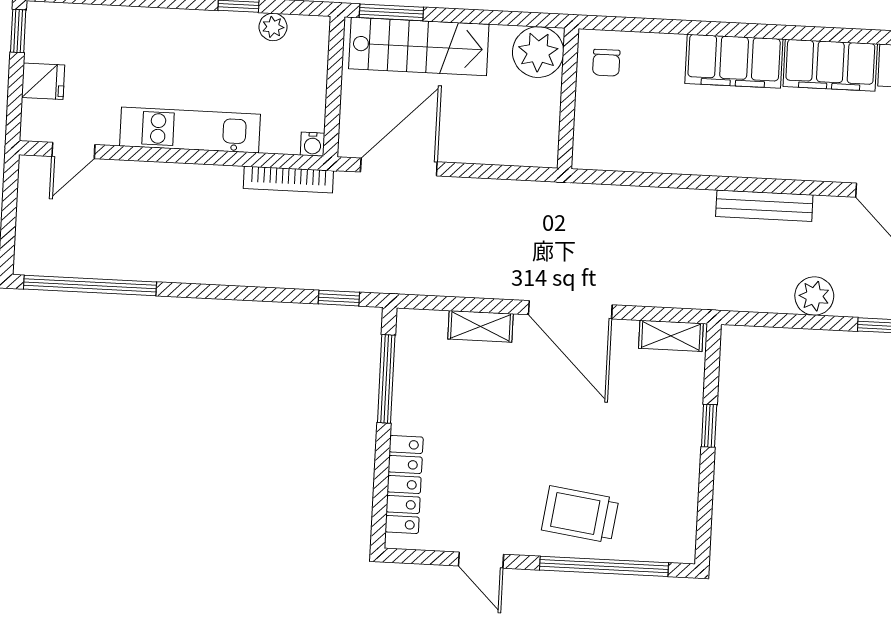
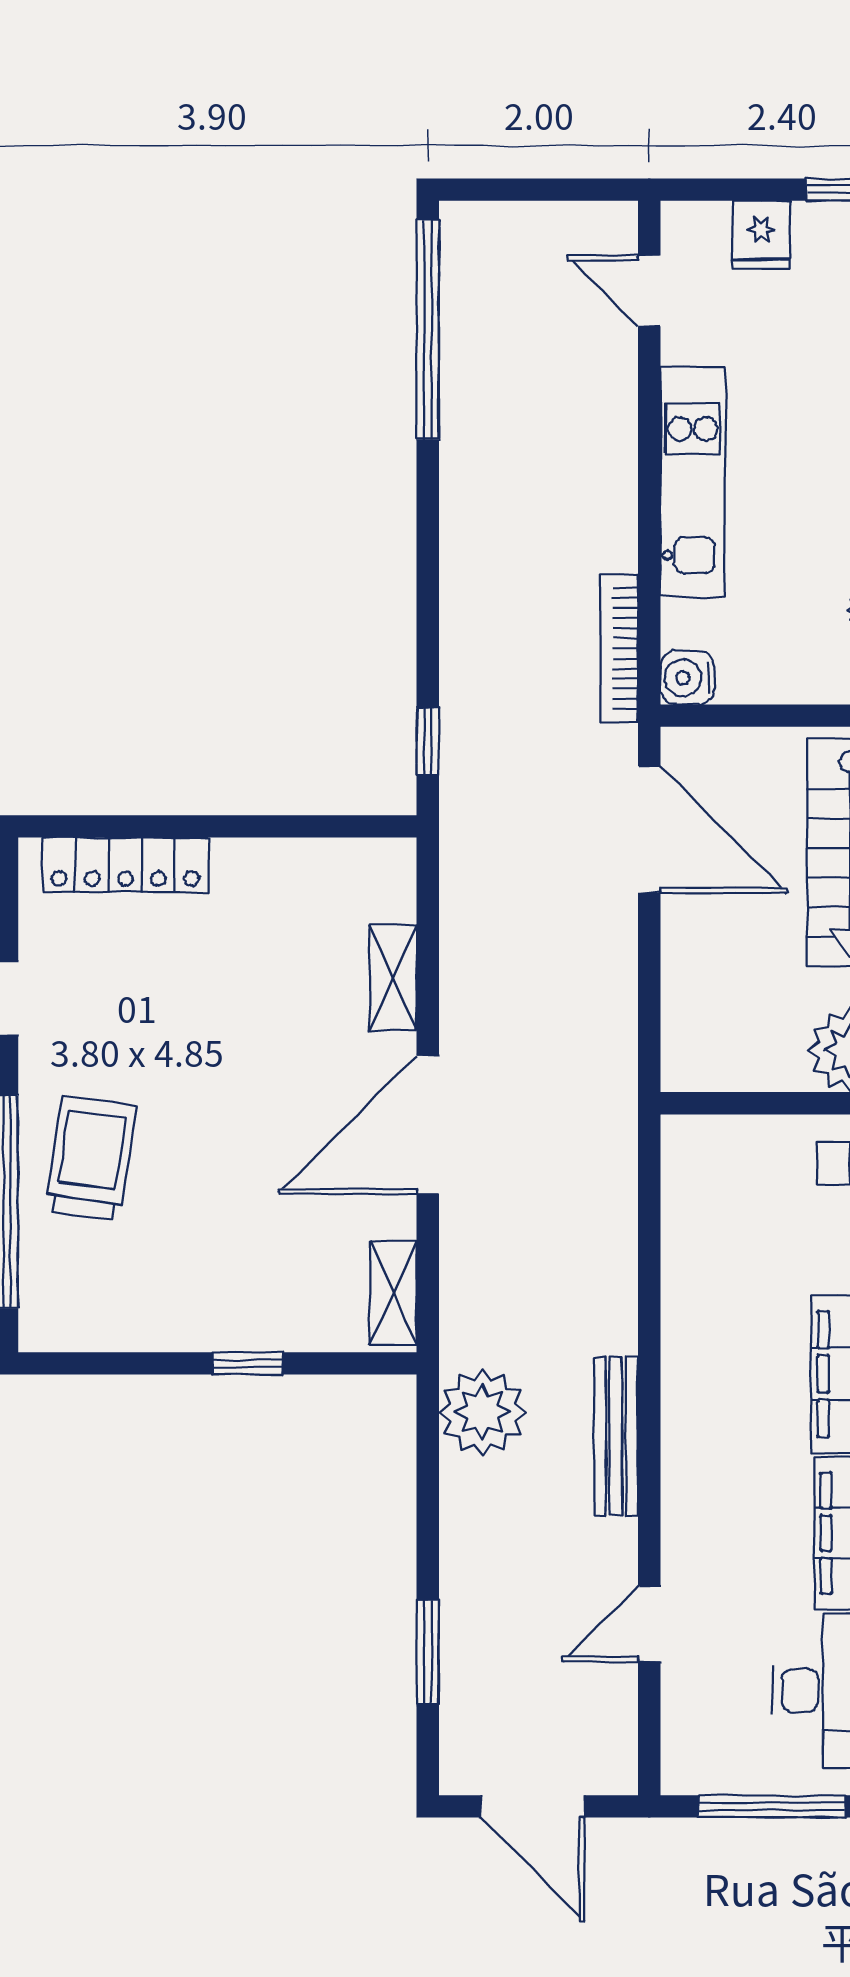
water cooler: (313, 144) -> (687, 678), width x1.38, depth x1.38
plant: (814, 296) -> (482, 1412), moved, width x1.36, depth x1.36
window: (386, 379) -> (298, 826), removed

